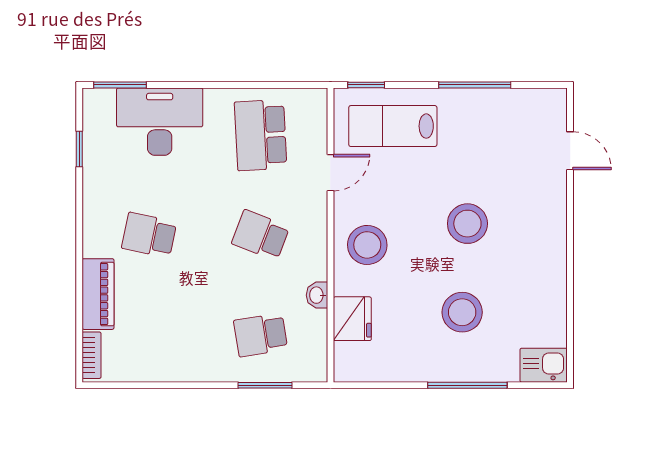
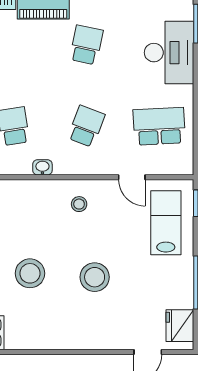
stool: (367, 245) -> (79, 204), width x0.53, depth x0.53
fridge: (352, 319) -> (180, 326), moved, turned 90

